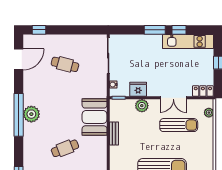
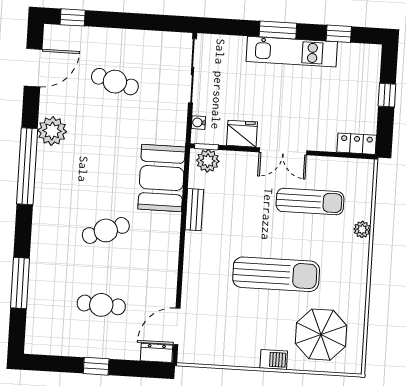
window: (179, 30) -> (339, 34), moved
kitchen unit: (188, 41) -> (292, 52), moved
double door: (173, 98) -> (283, 151), moved
plant: (142, 106) -> (208, 161), moved
plant: (209, 113) -> (362, 229), moved
plant: (31, 114) -> (52, 131), moved

